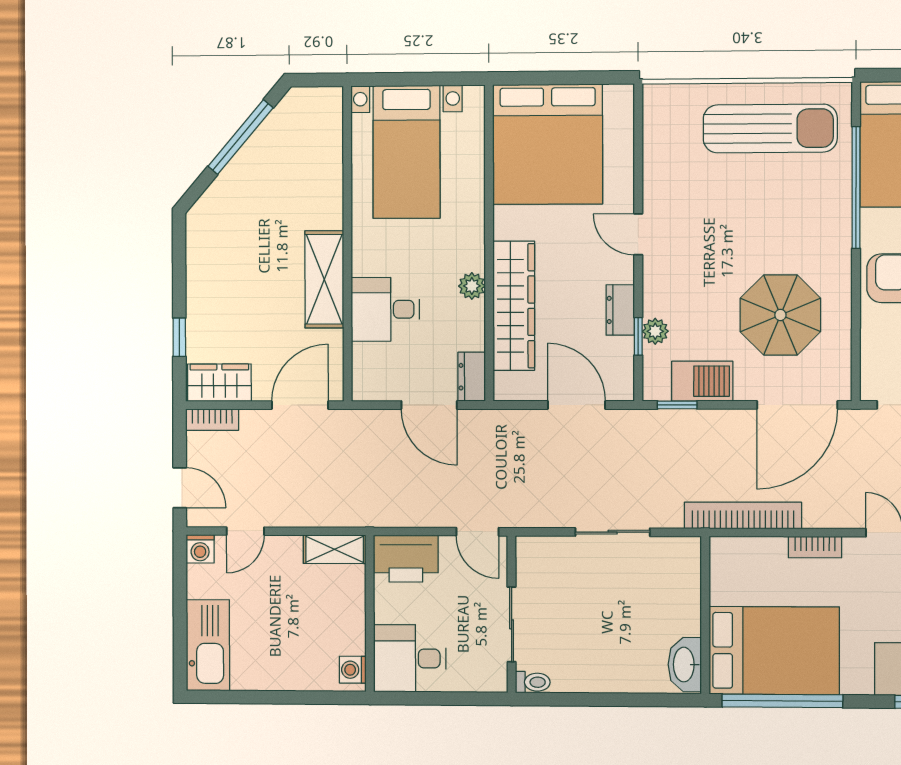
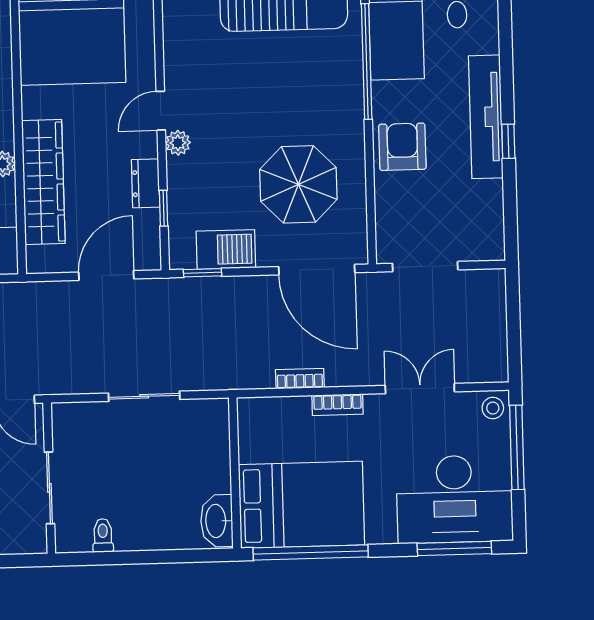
door: (638, 234) -> (161, 111), hinge flipped
plant: (655, 331) -> (178, 143), moved
door: (577, 405) -> (106, 275), hinge flipped
door: (797, 405) -> (317, 270), hinge flipped
bookcase: (743, 515) -> (300, 379), width x0.43, depth x0.76
toilet: (533, 682) -> (103, 535), moved, turned -90

